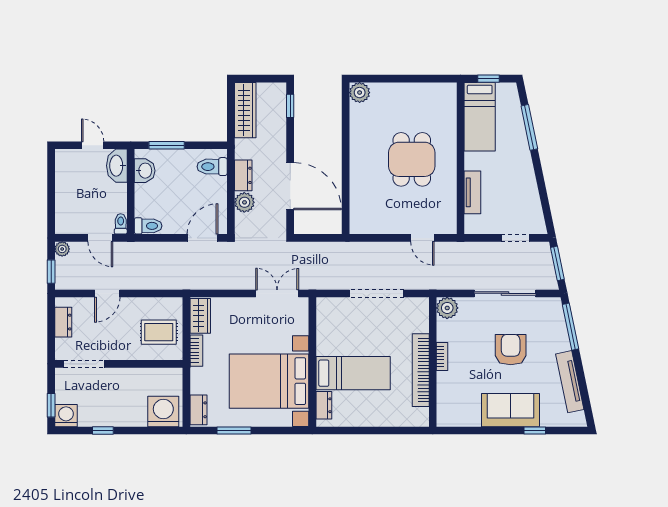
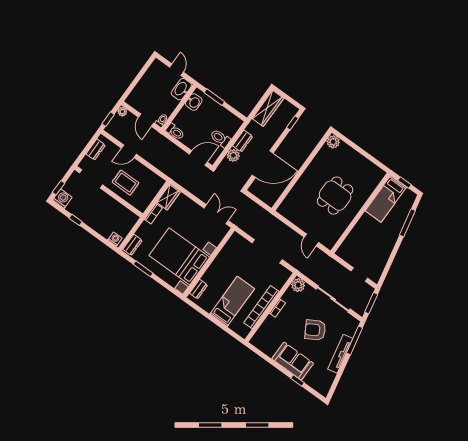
toilet: (212, 167) -> (220, 138), moved
door: (290, 186) -> (263, 164), hinge flipped
tv unit: (472, 192) -> (354, 235), removed
rug: (159, 332) -> (126, 183), moved
armchair: (511, 350) -> (315, 330), turned -120
bed: (353, 373) -> (232, 301), moved, turned -90
tv unit: (570, 382) -> (340, 354), moved
washing machine: (163, 411) -> (115, 239), width x0.53, depth x0.53

